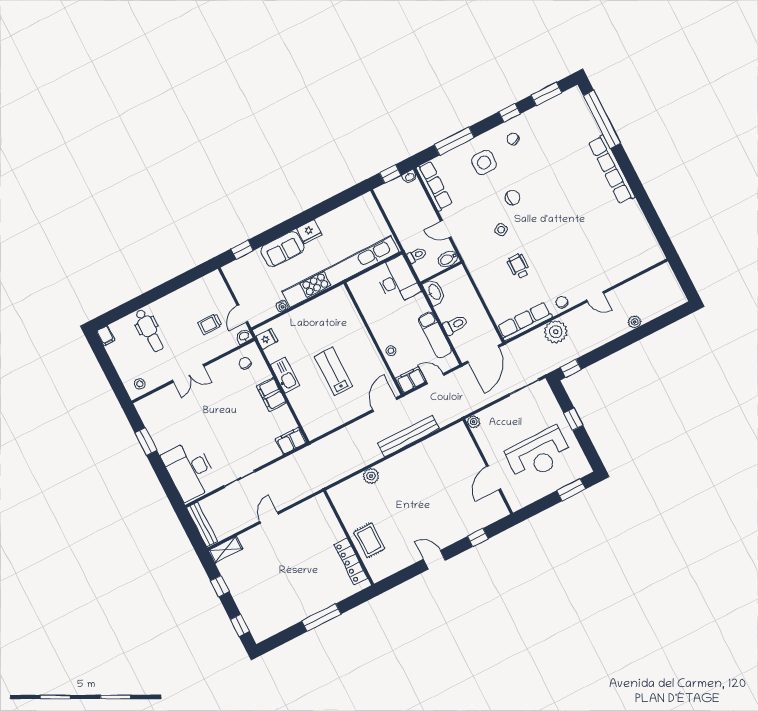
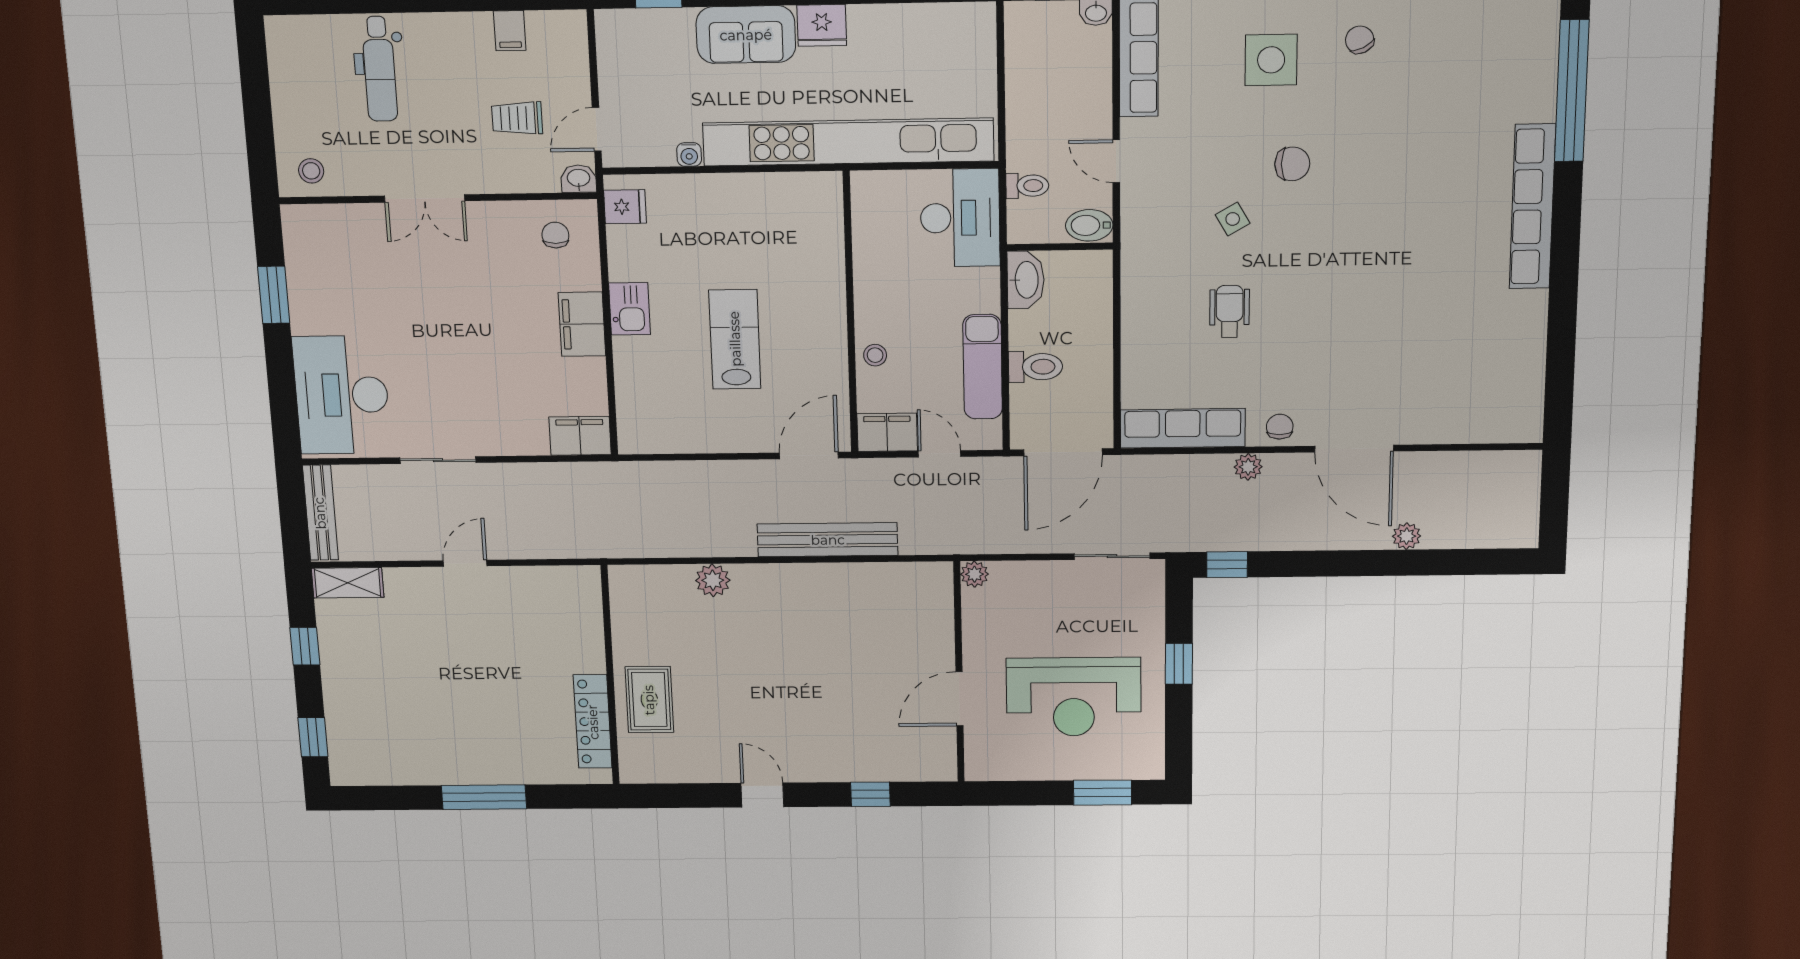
door: (595, 297) -> (1354, 449), width x1.87
plant: (556, 332) -> (1248, 467), width x0.53, depth x0.53
filing cabinet: (106, 336) -> (510, 31), moved
kitchen sink: (285, 375) -> (630, 309), width x0.73

